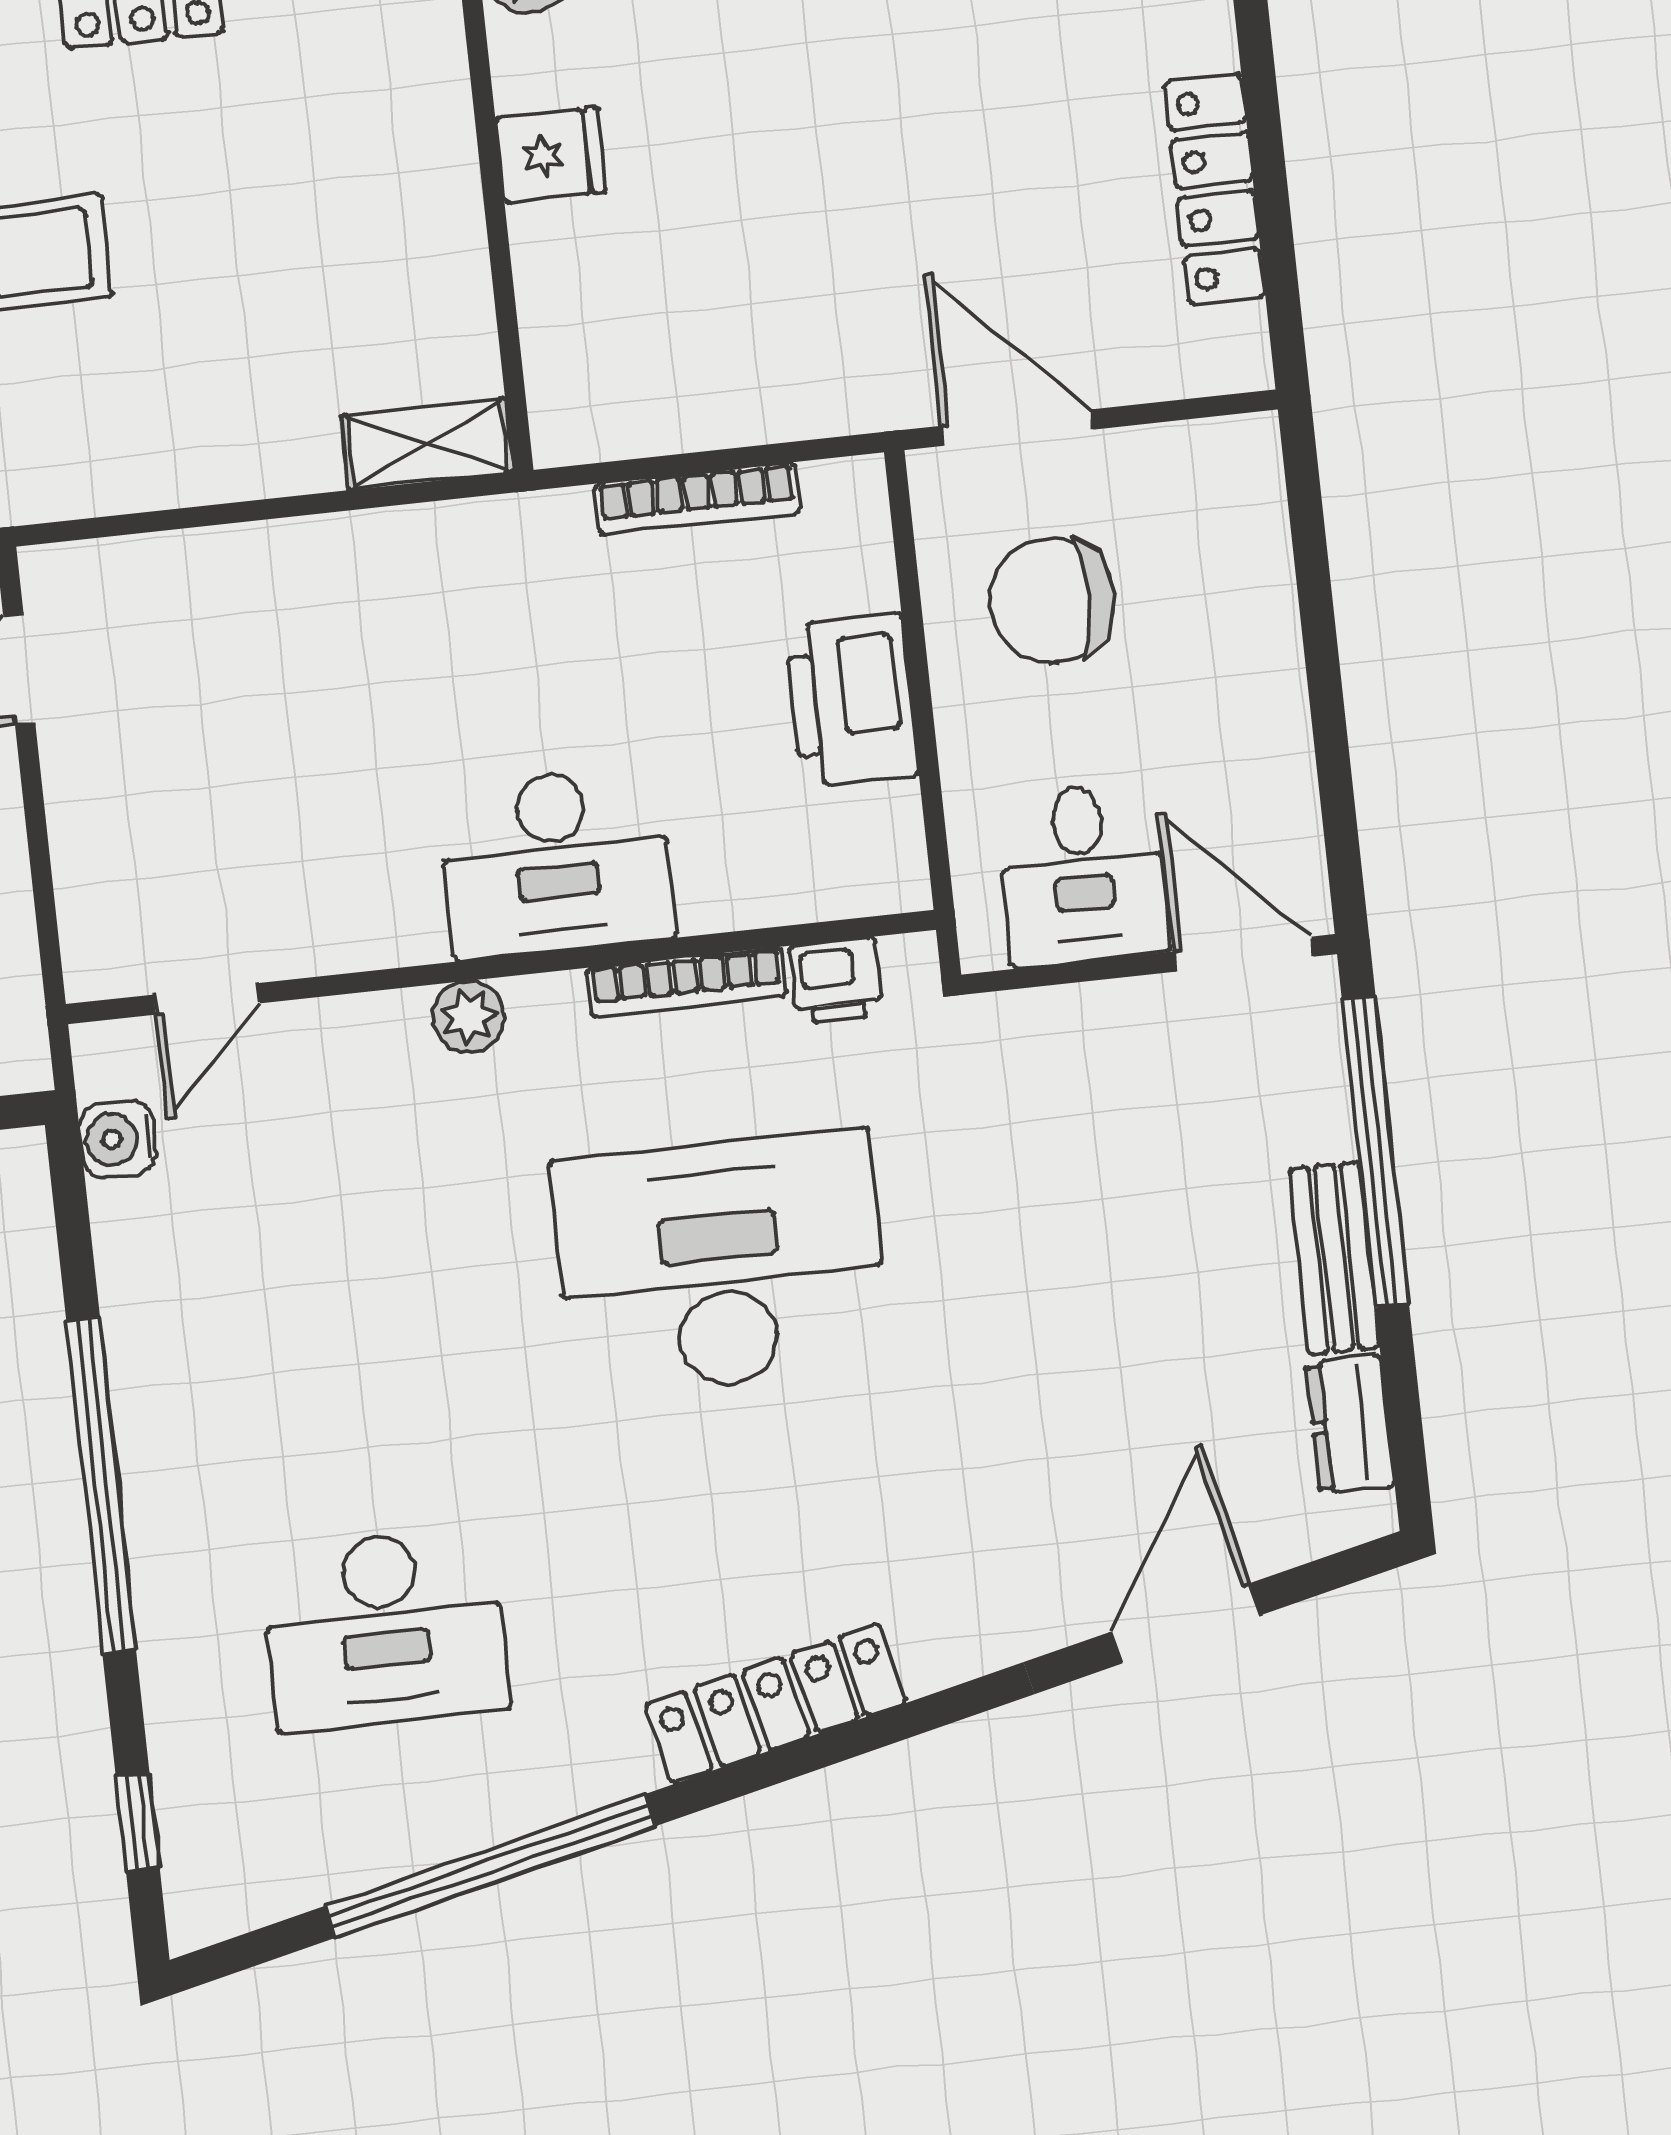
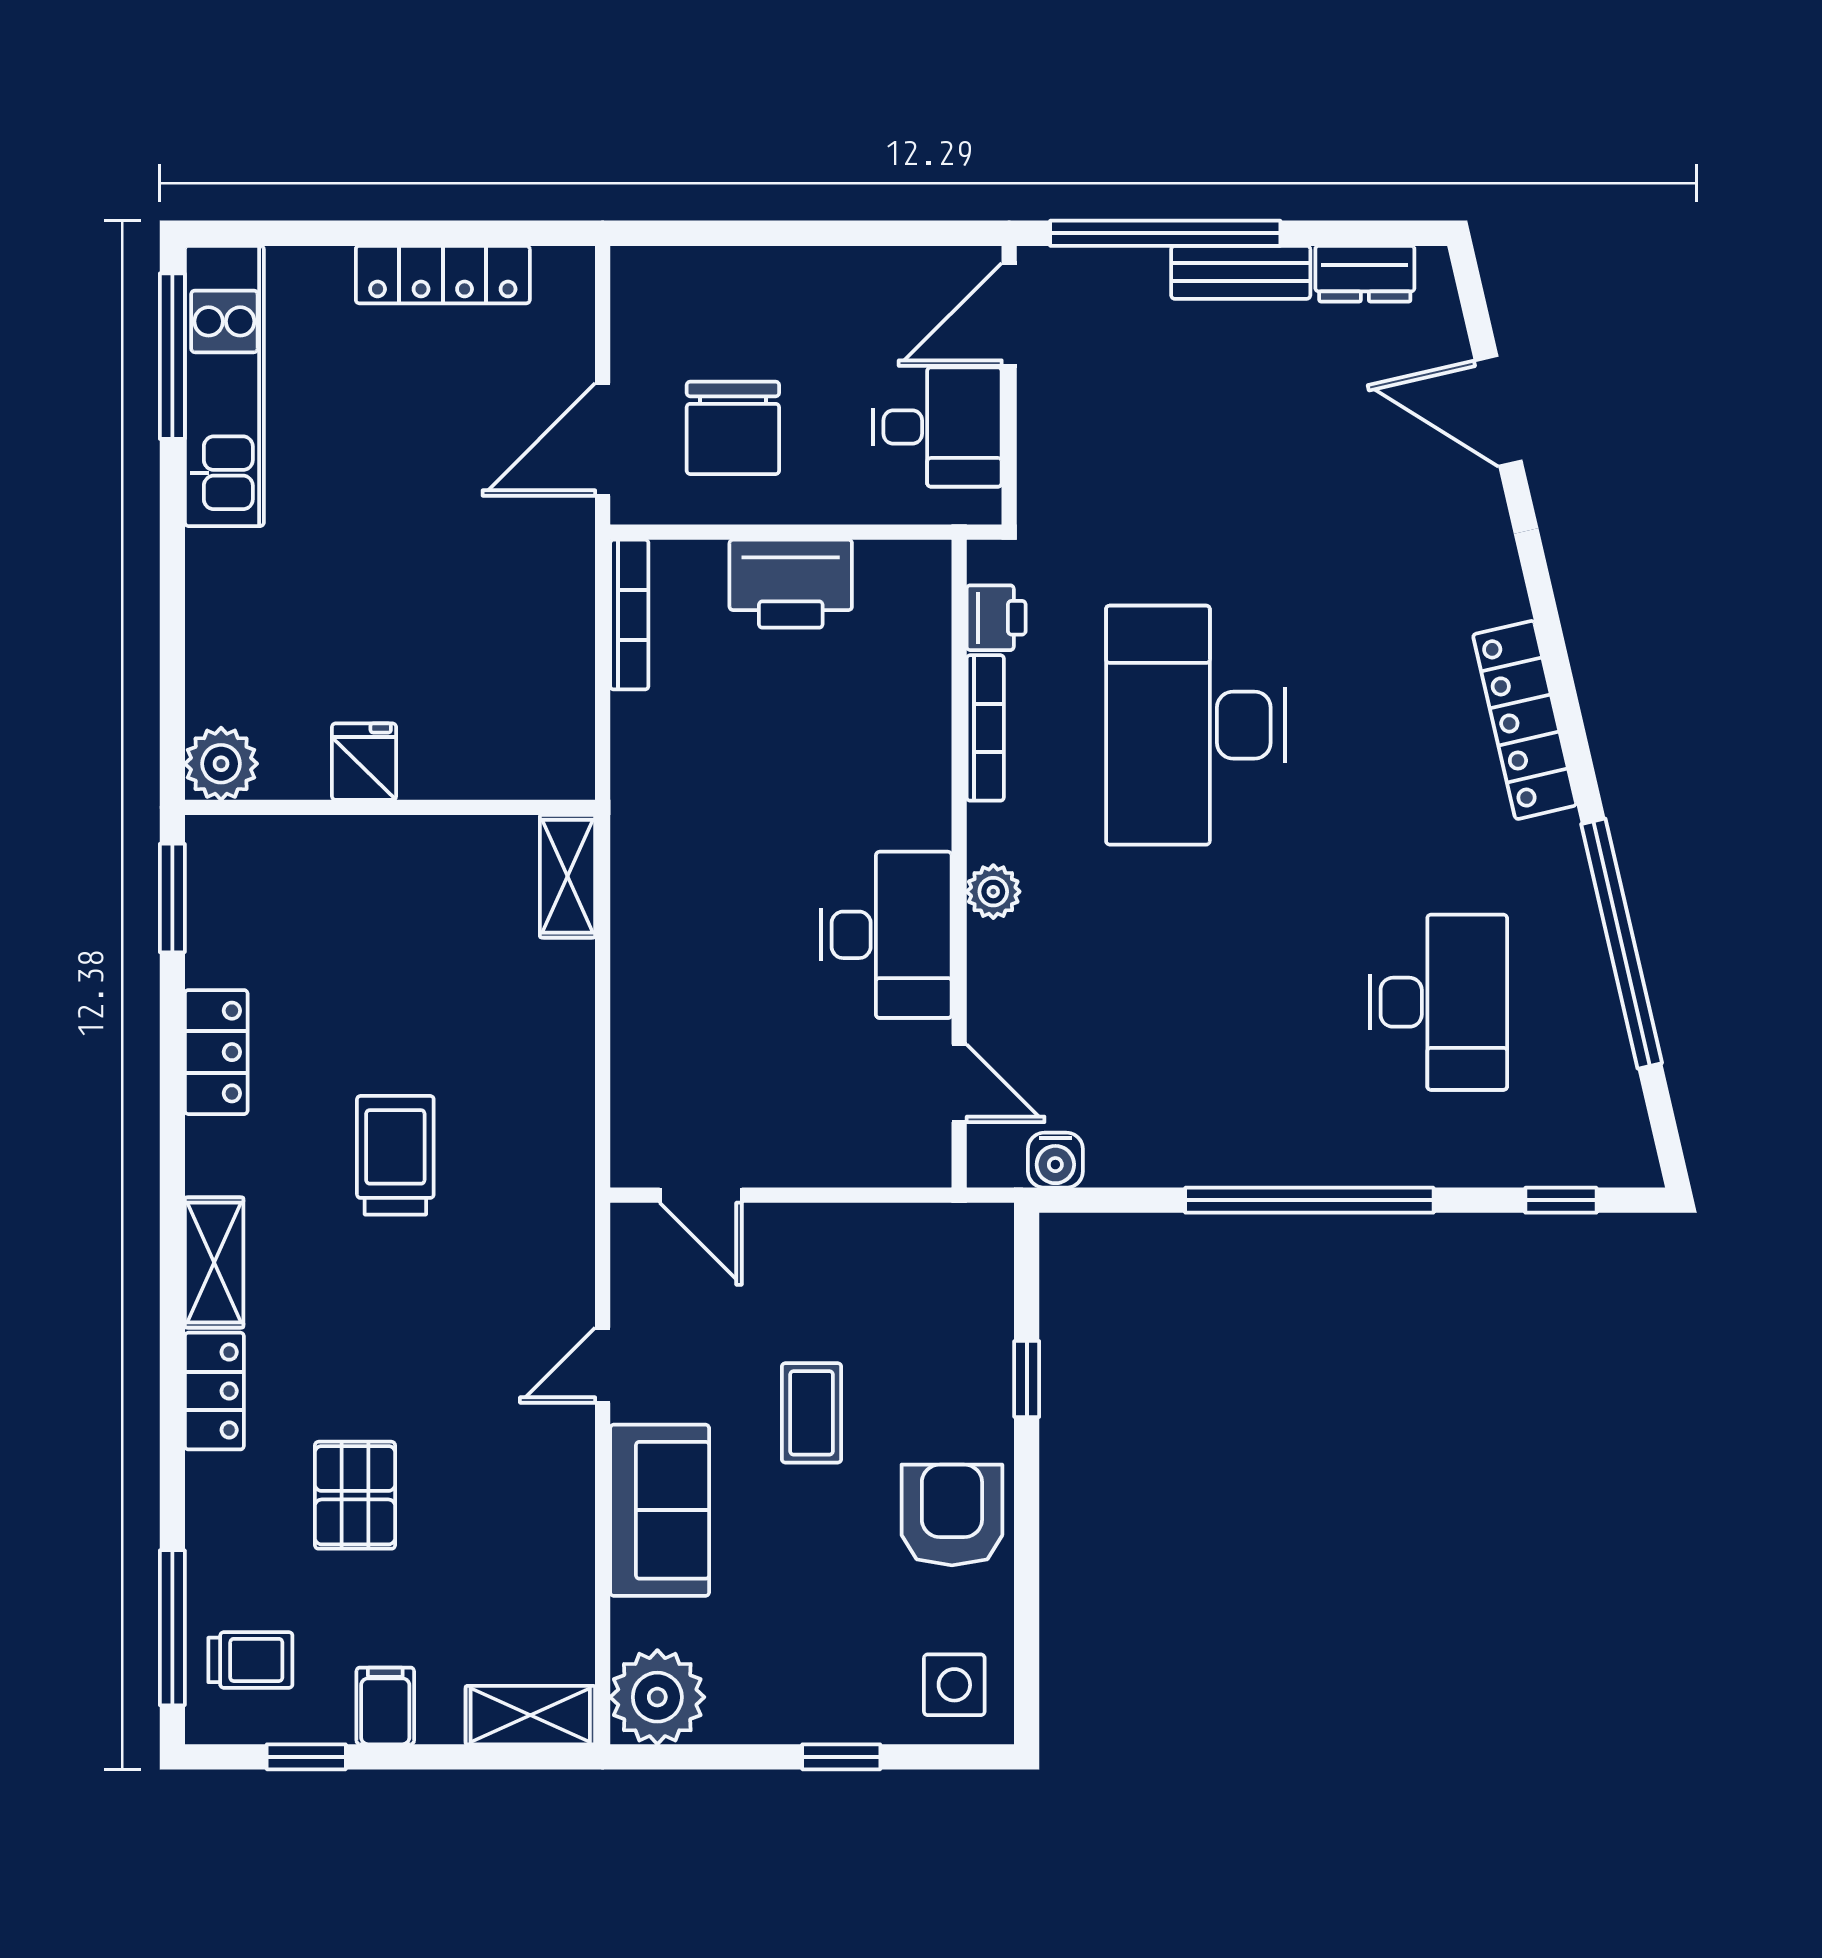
bookcase: (697, 499) -> (629, 615), moved
desk: (556, 862) -> (886, 935), moved

